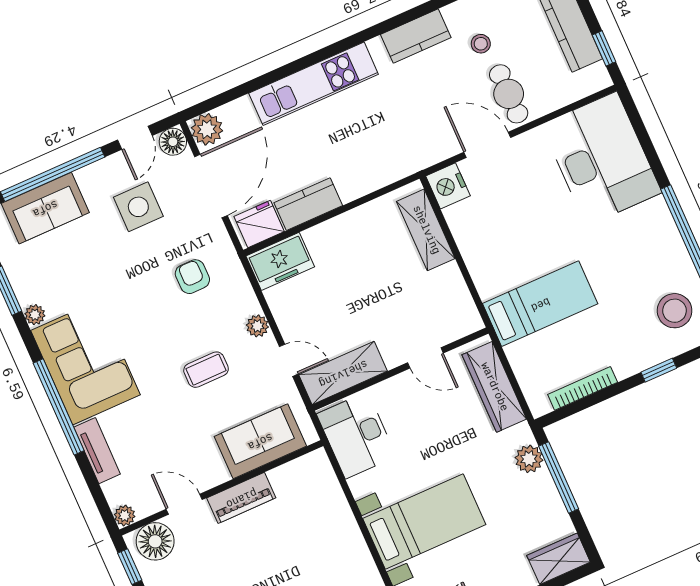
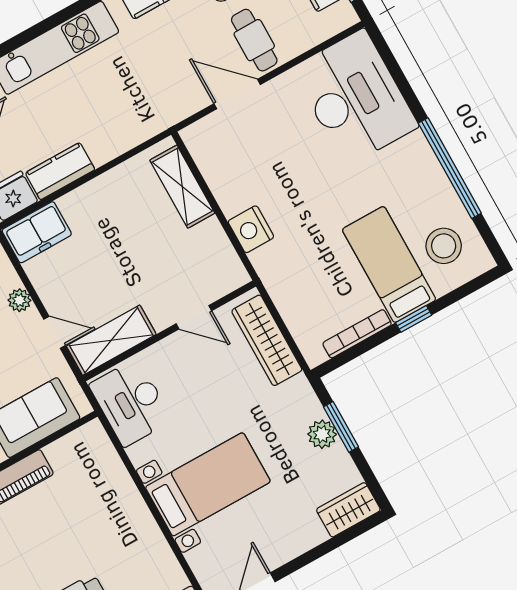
nightstand: (448, 186) -> (251, 229), moved
bed: (540, 304) -> (389, 264), moved, turned -90
window: (659, 370) -> (414, 319), moved
plant: (529, 459) -> (322, 434), moved
window: (559, 478) -> (341, 427), width x0.69

